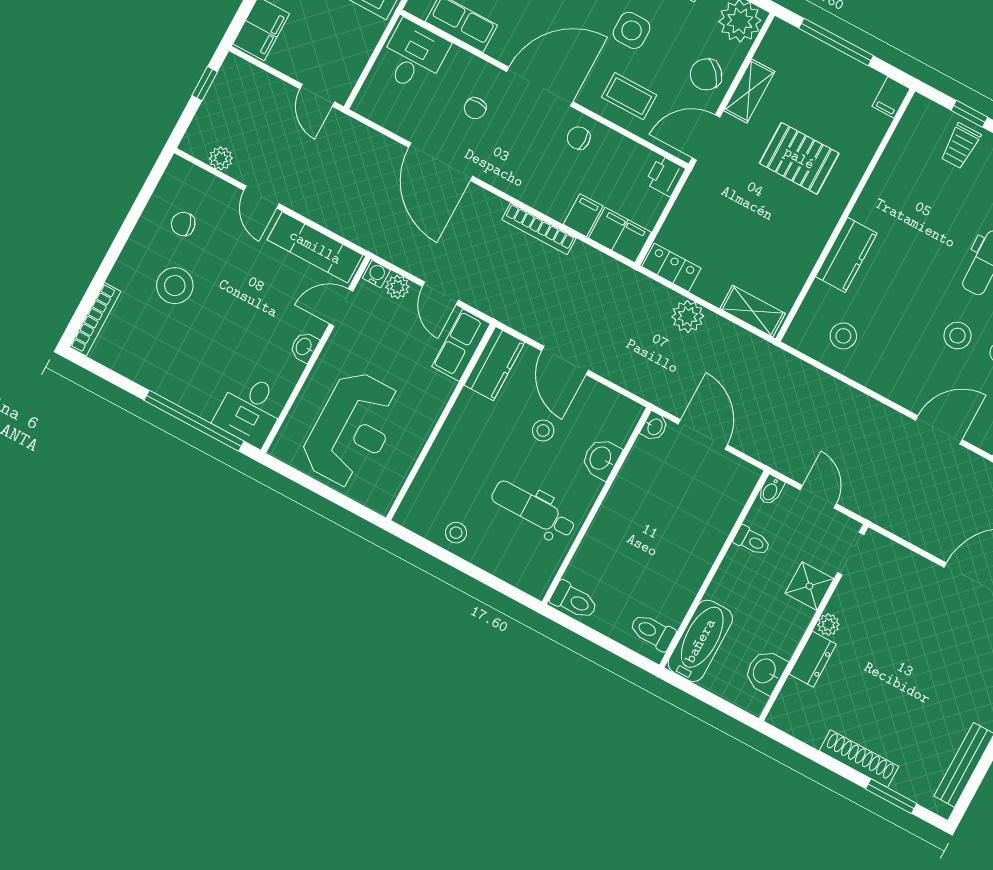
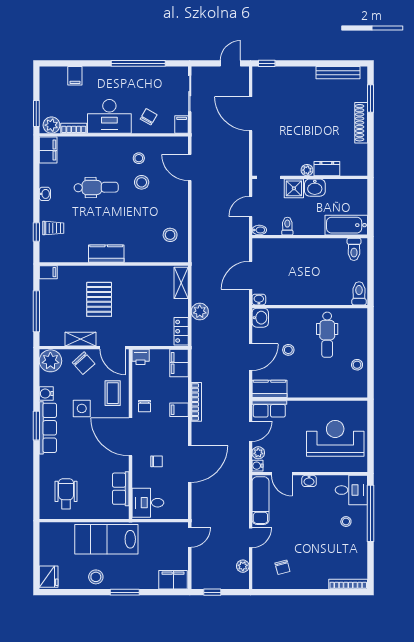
filing cabinet: (583, 215) -> (179, 410), moved
kitchen counter: (846, 255) -> (106, 254), moved
stool: (175, 286) -> (346, 522), moved, width x0.53, depth x0.53
washbasin: (601, 458) -> (260, 318), moved, turned -90
washbasin: (765, 671) -> (315, 188), moved

